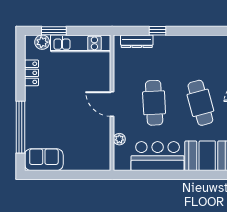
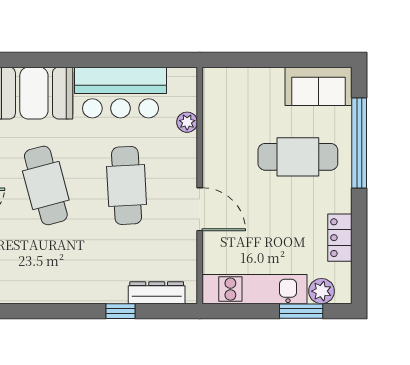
door: (112, 104) -> (200, 209), moved
cafe table: (56, 119) -> (298, 157), added

